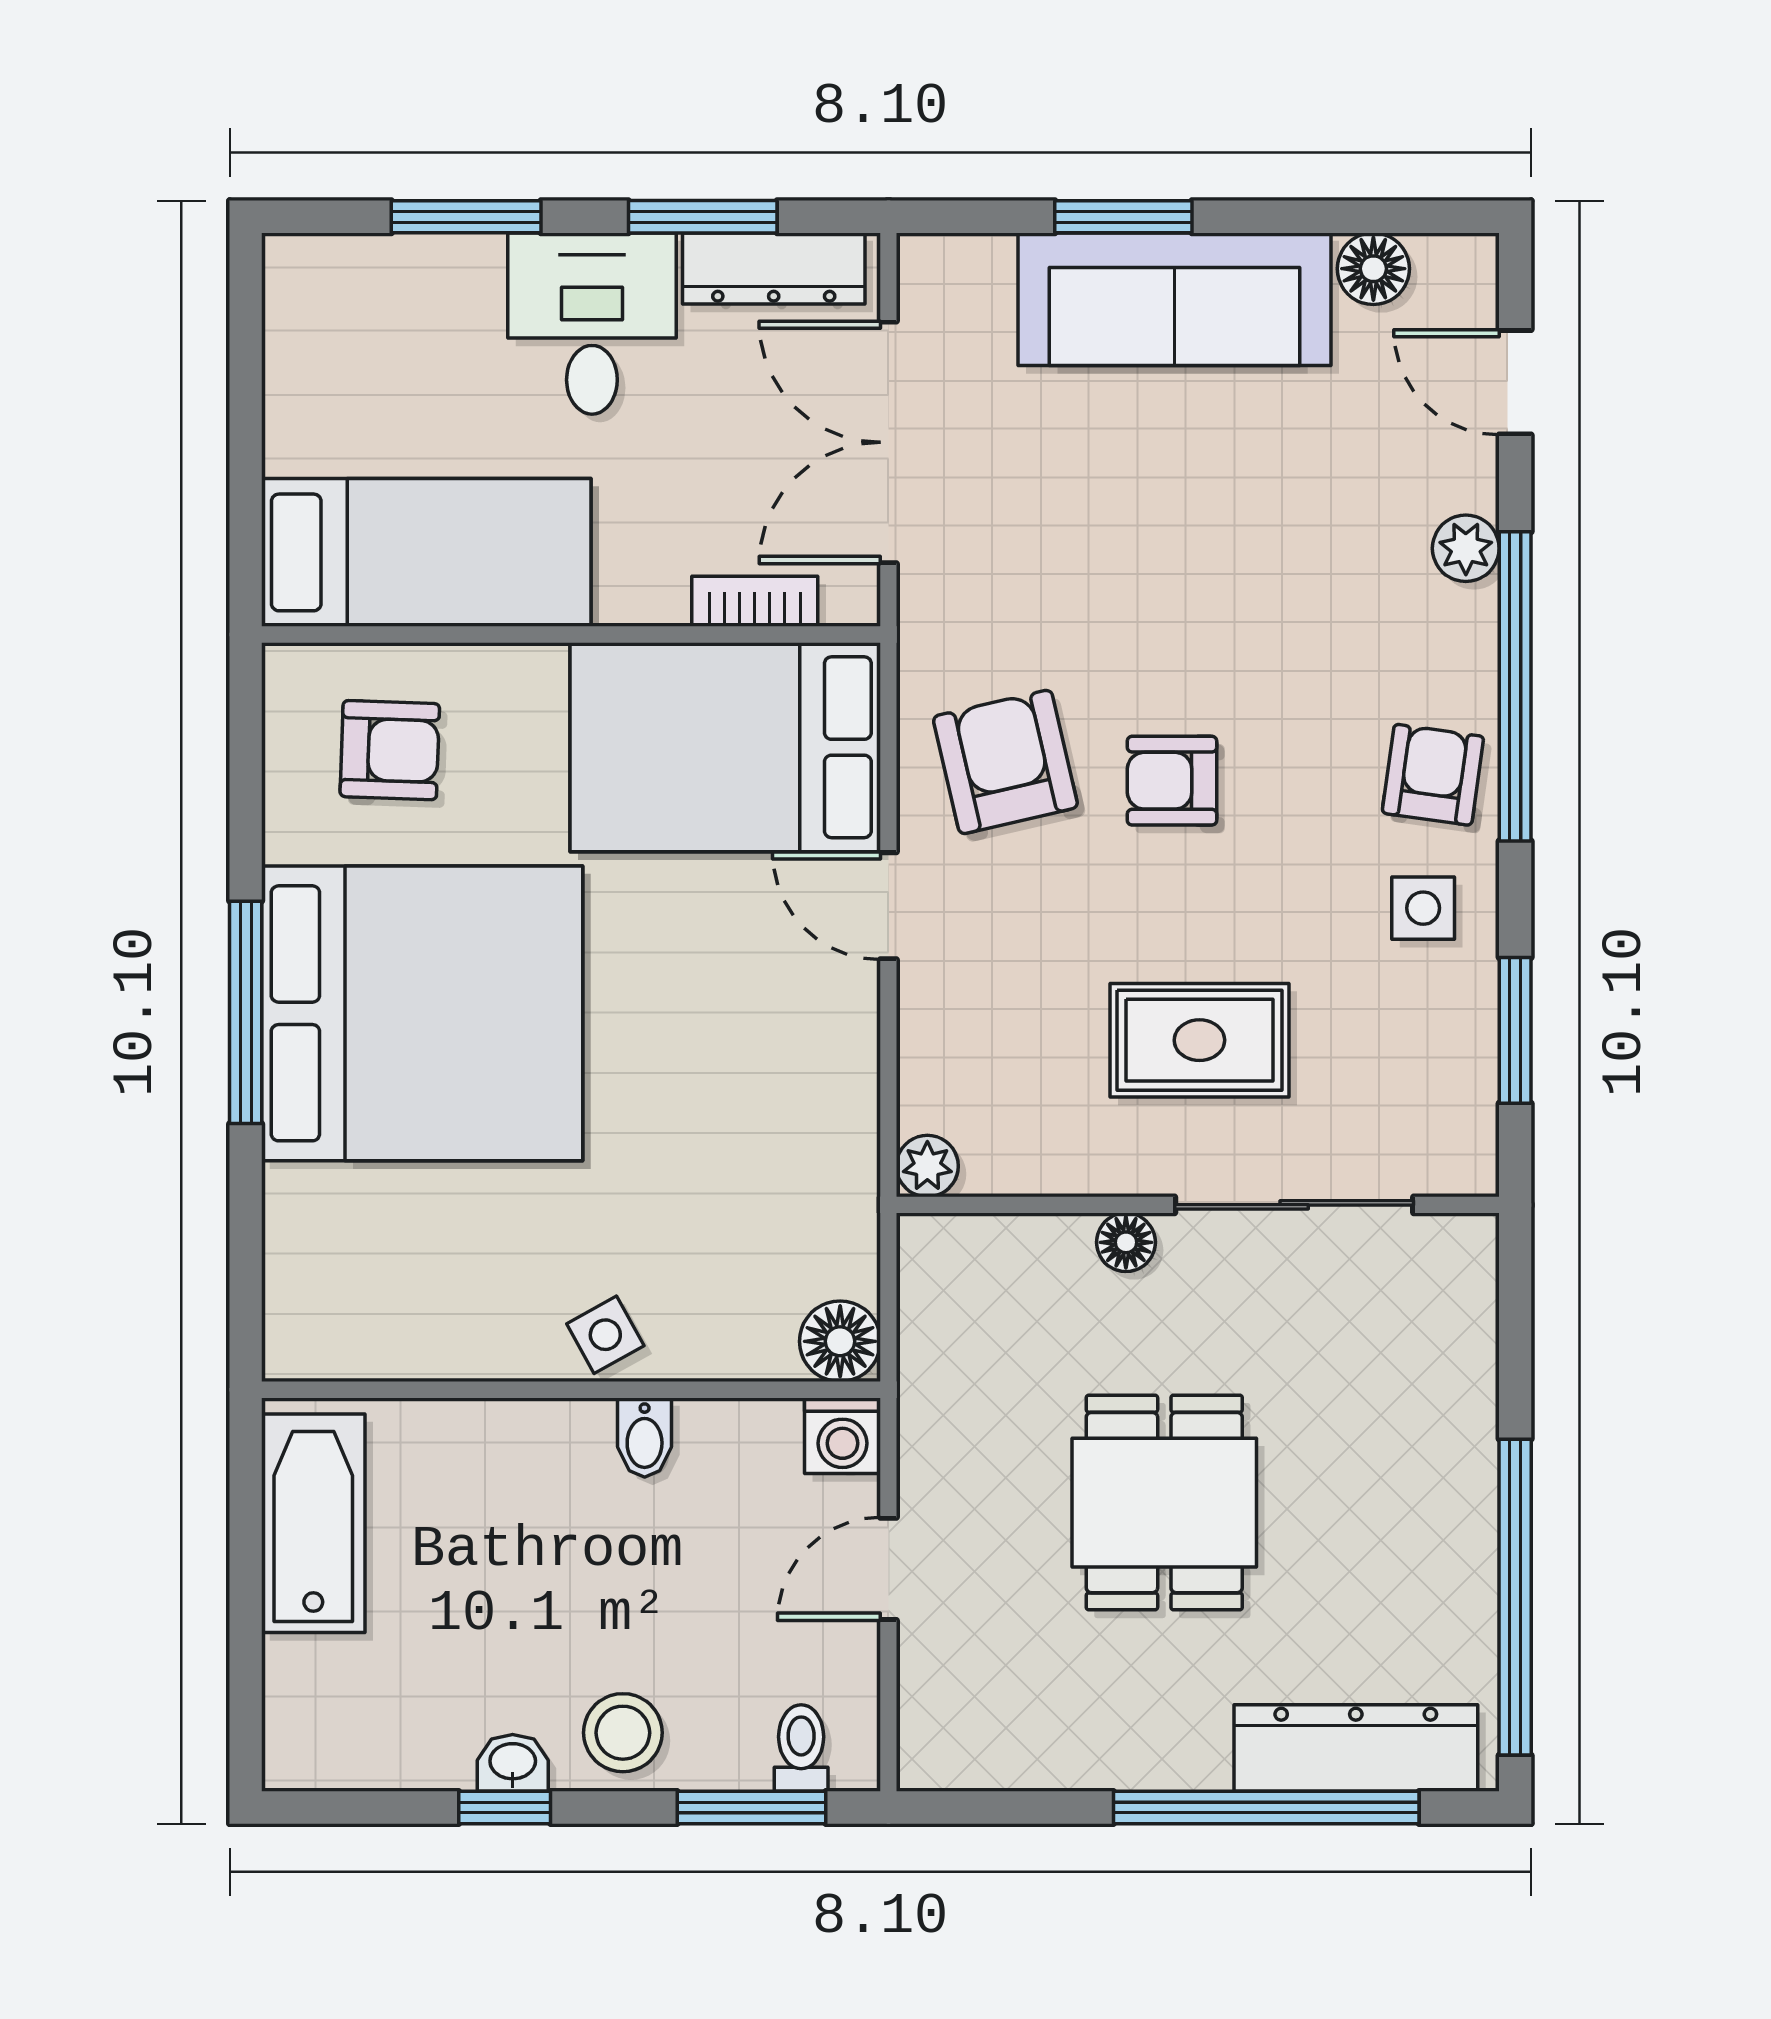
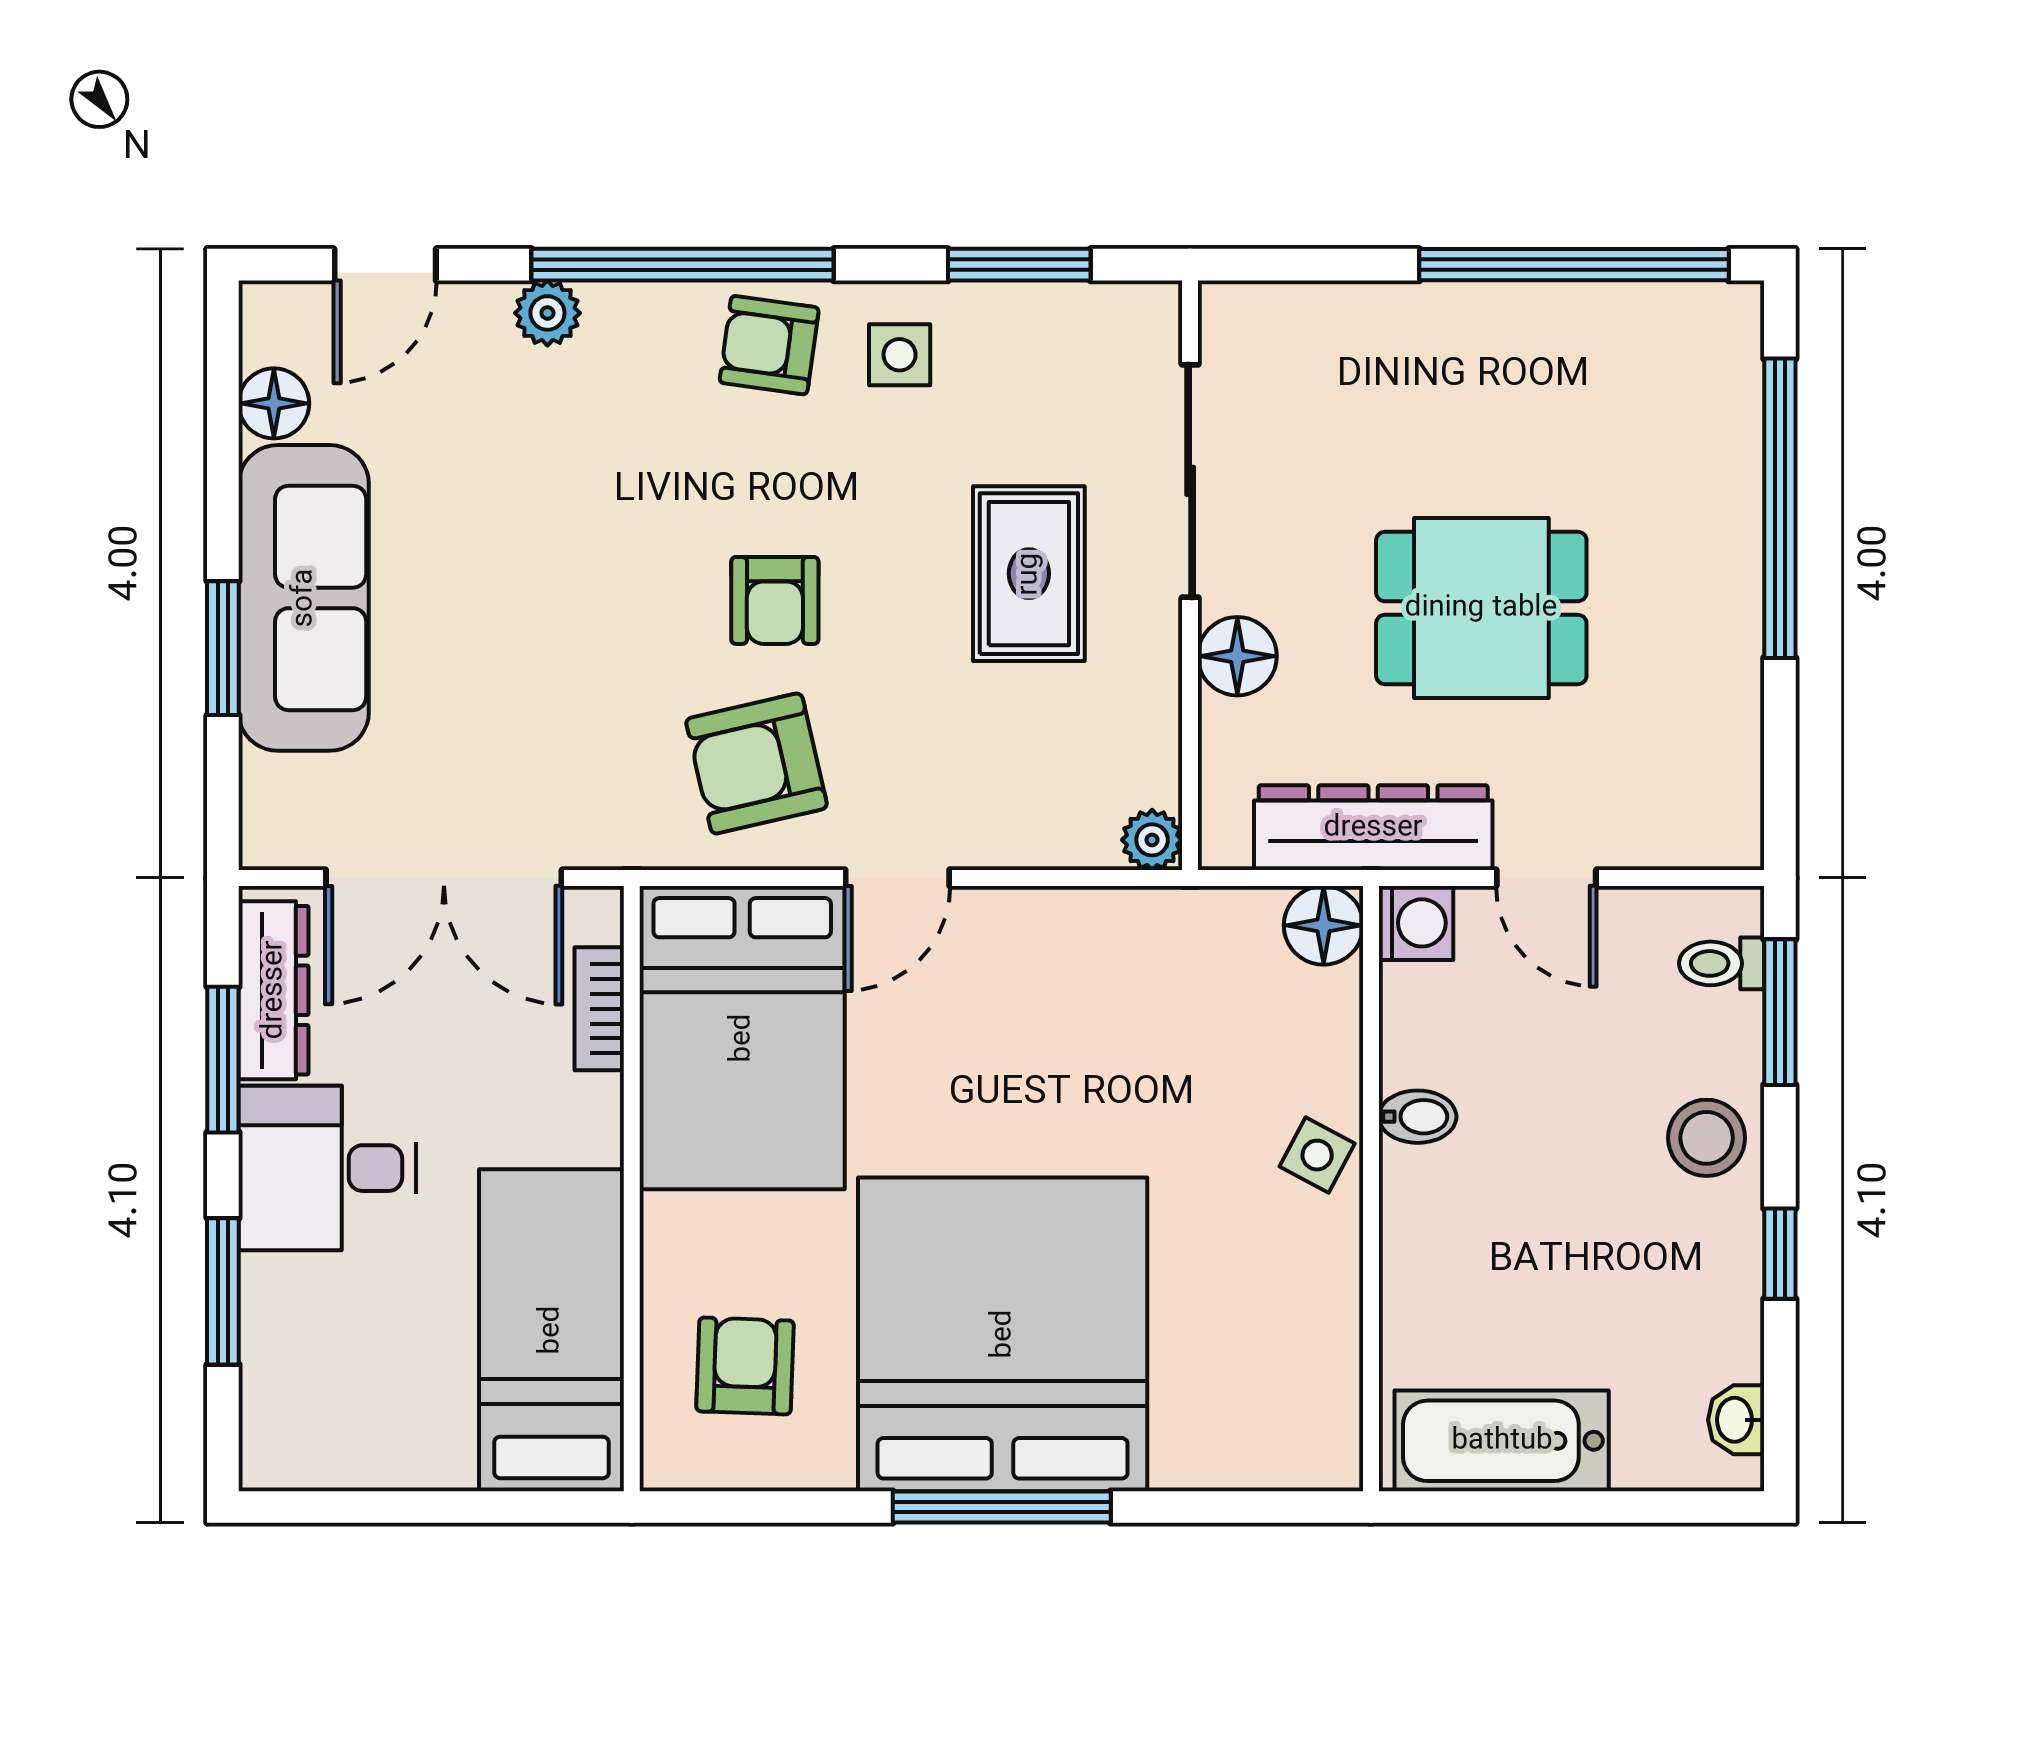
floor lamp: (1126, 1242) -> (1237, 656), width x1.37, depth x1.37
side table: (605, 1335) -> (1317, 1155), turned -33
dresser: (1356, 1748) -> (1373, 828), moved, turned 90
washbasin: (513, 1763) -> (1736, 1420), moved

